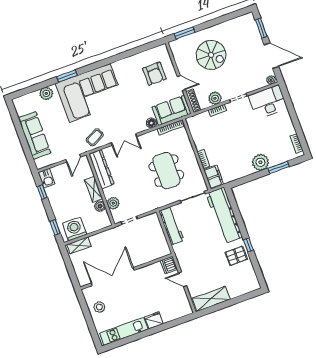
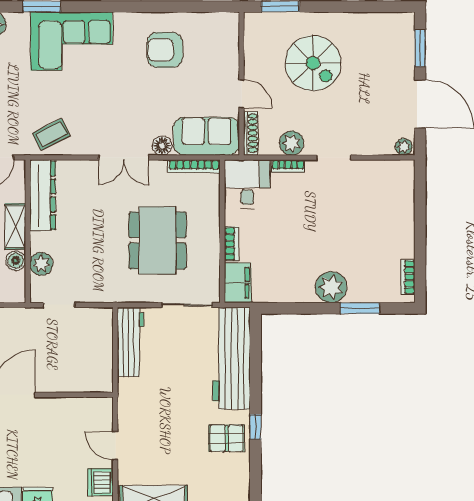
armchair: (154, 74) -> (165, 50), moved, turned 90
corner sofa: (90, 93) -> (72, 41), width x0.73, depth x0.74
desk: (268, 102) -> (247, 184), moved, width x0.73
double door: (124, 140) -> (124, 157), moved
dishwasher: (169, 265) -> (100, 482), moved

